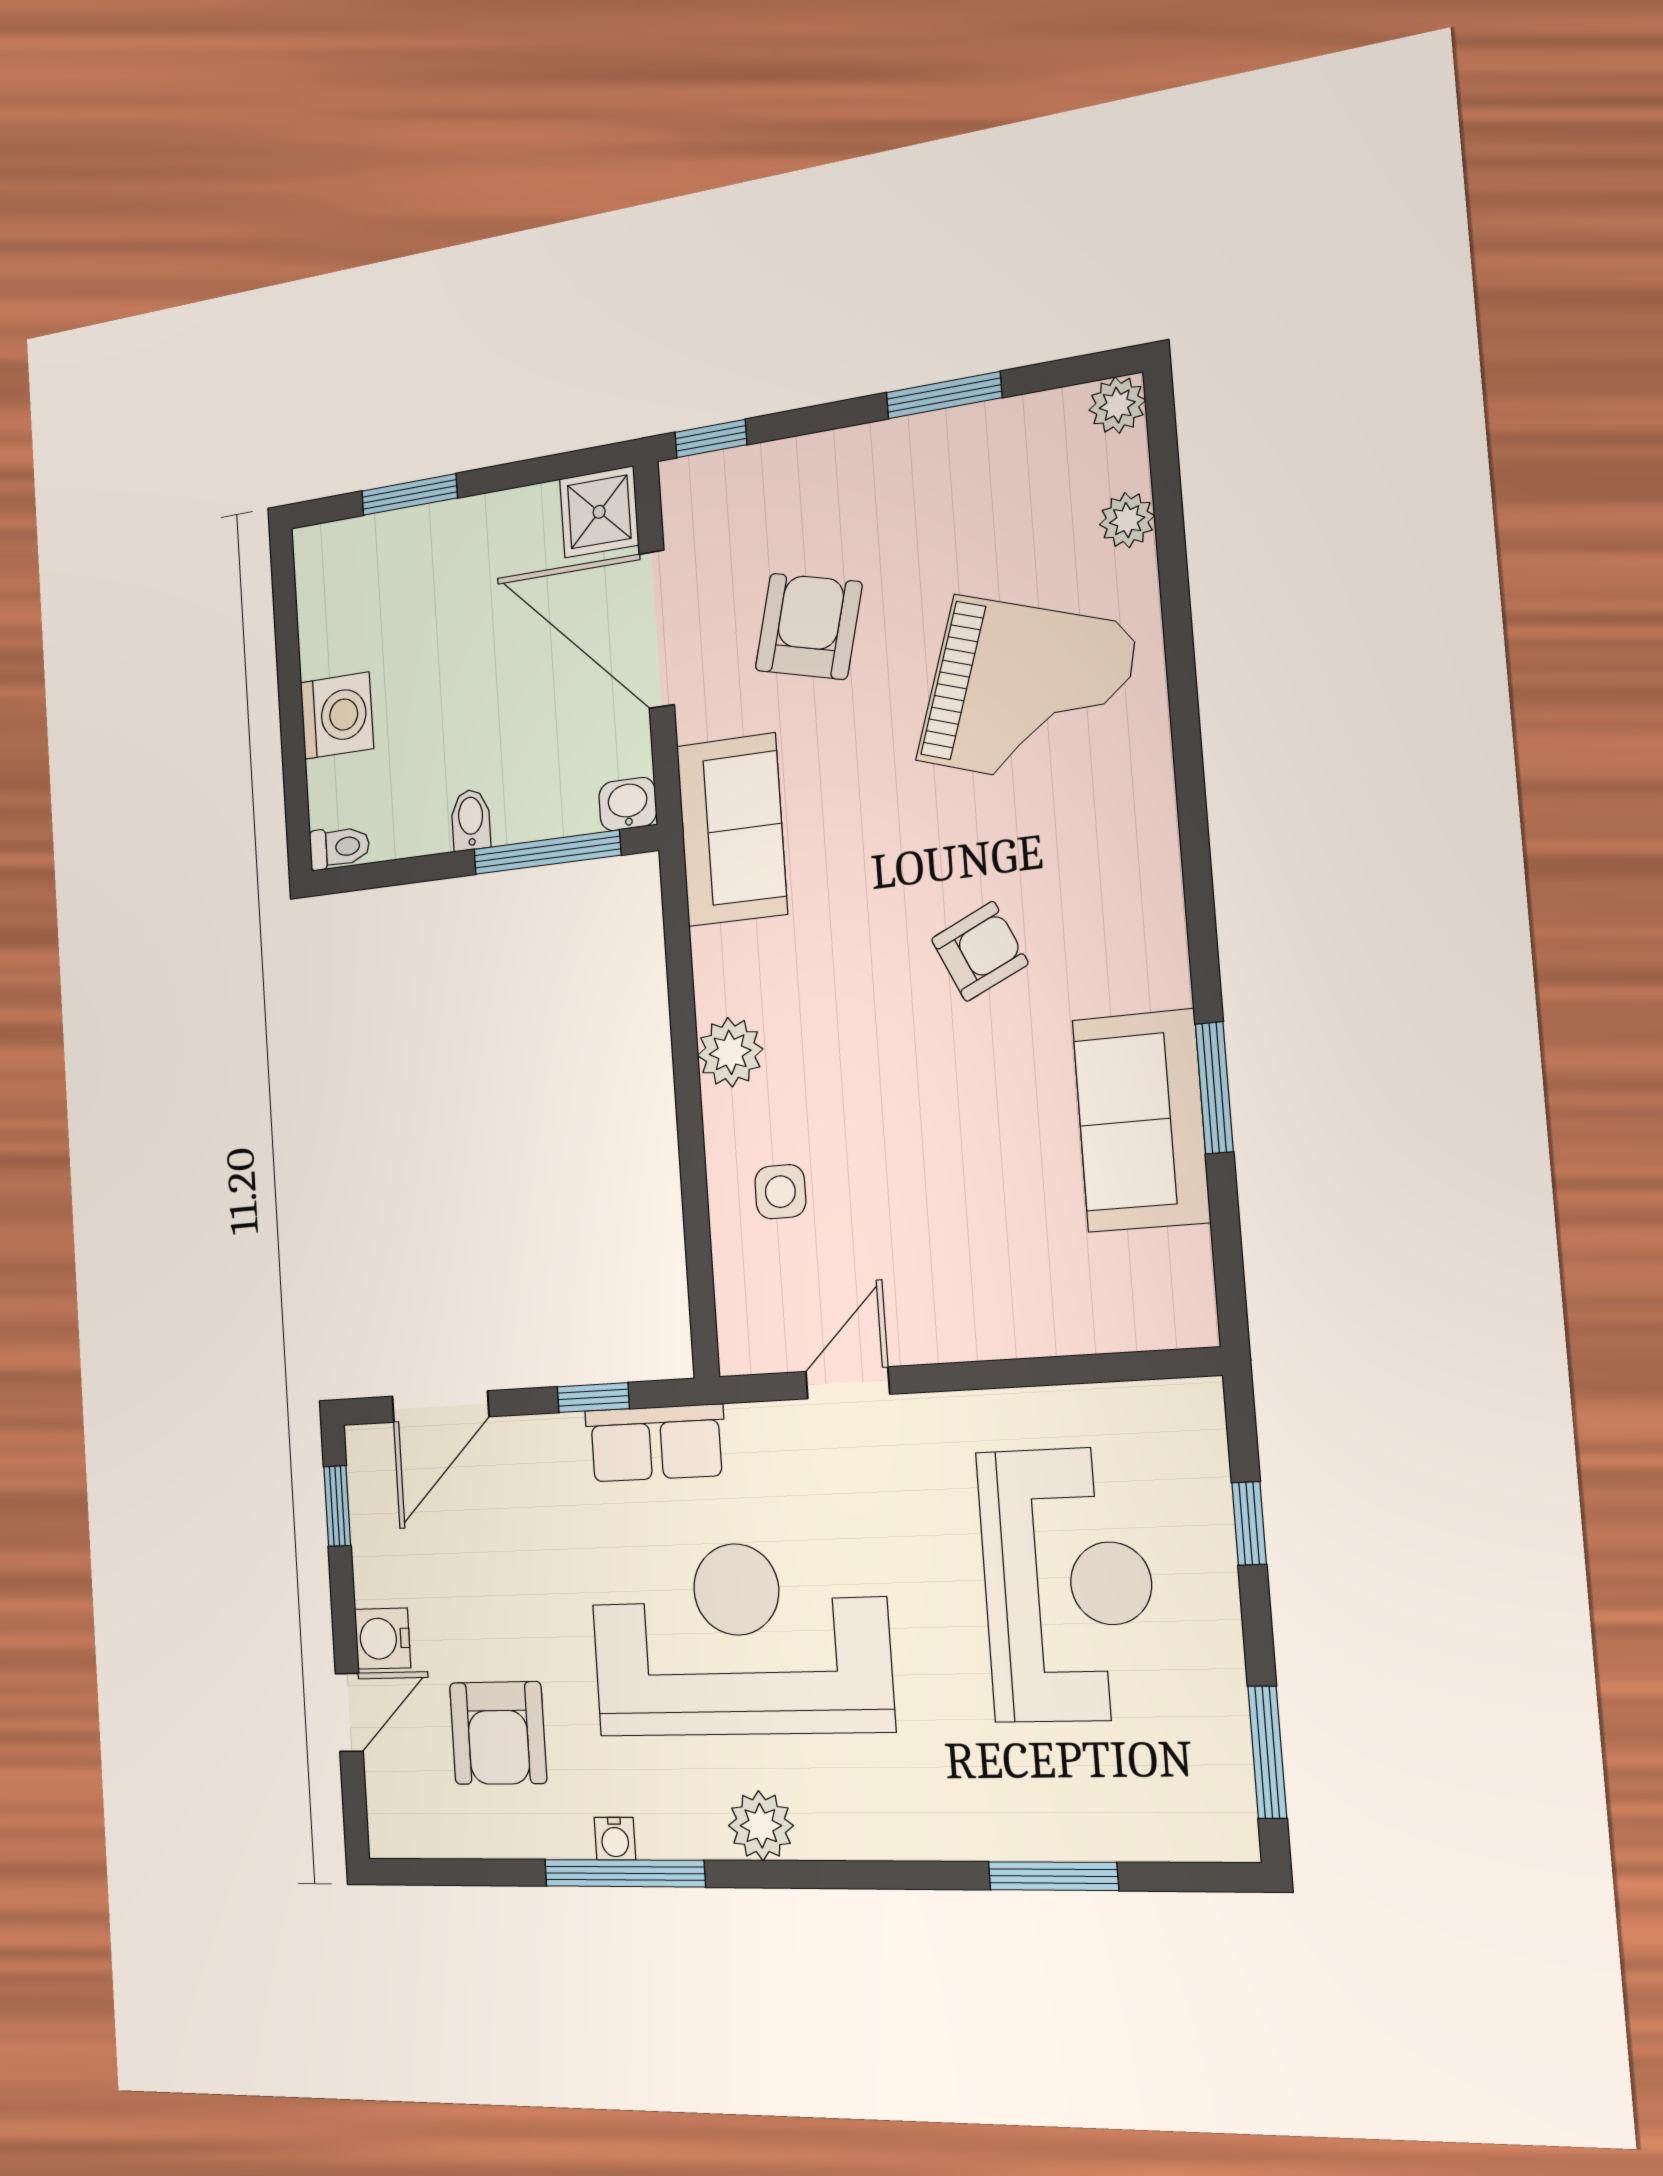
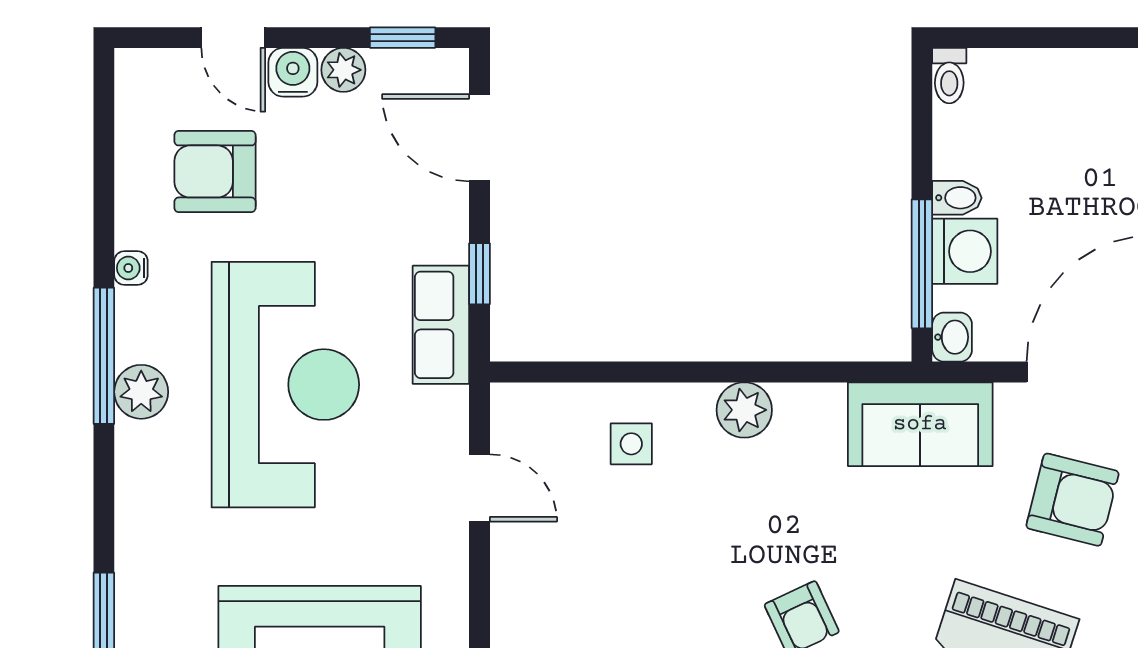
washing machine: (337, 716) -> (965, 251), moved, turned -90
plant: (376, 1577) -> (343, 70), added
window: (624, 1873) -> (104, 356), moved

